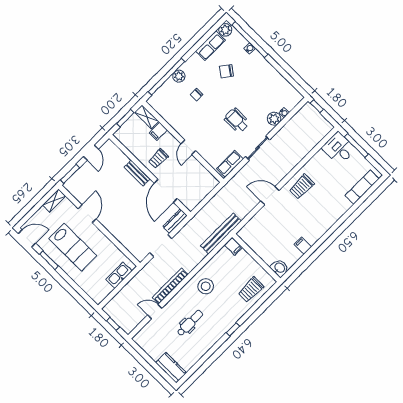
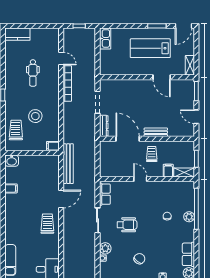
chair: (226, 71) -> (139, 259), moved
bench: (221, 233) -> (68, 164), moved
kitchen sink: (119, 275) -> (105, 38), moved
stool: (206, 286) -> (35, 116), moved
door: (155, 312) -> (61, 59), hinge flipped

